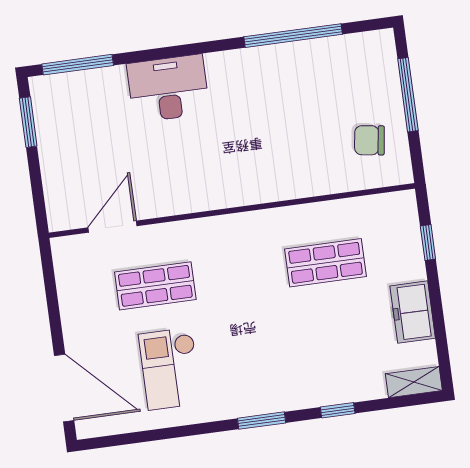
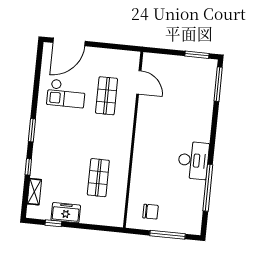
desk: (168, 88) -> (193, 160), moved
chair: (369, 140) -> (151, 212), turned 82
window: (428, 242) -> (53, 223), moved
checkout: (170, 369) -> (66, 93), turned 180
shelving: (414, 382) -> (34, 192), moved

